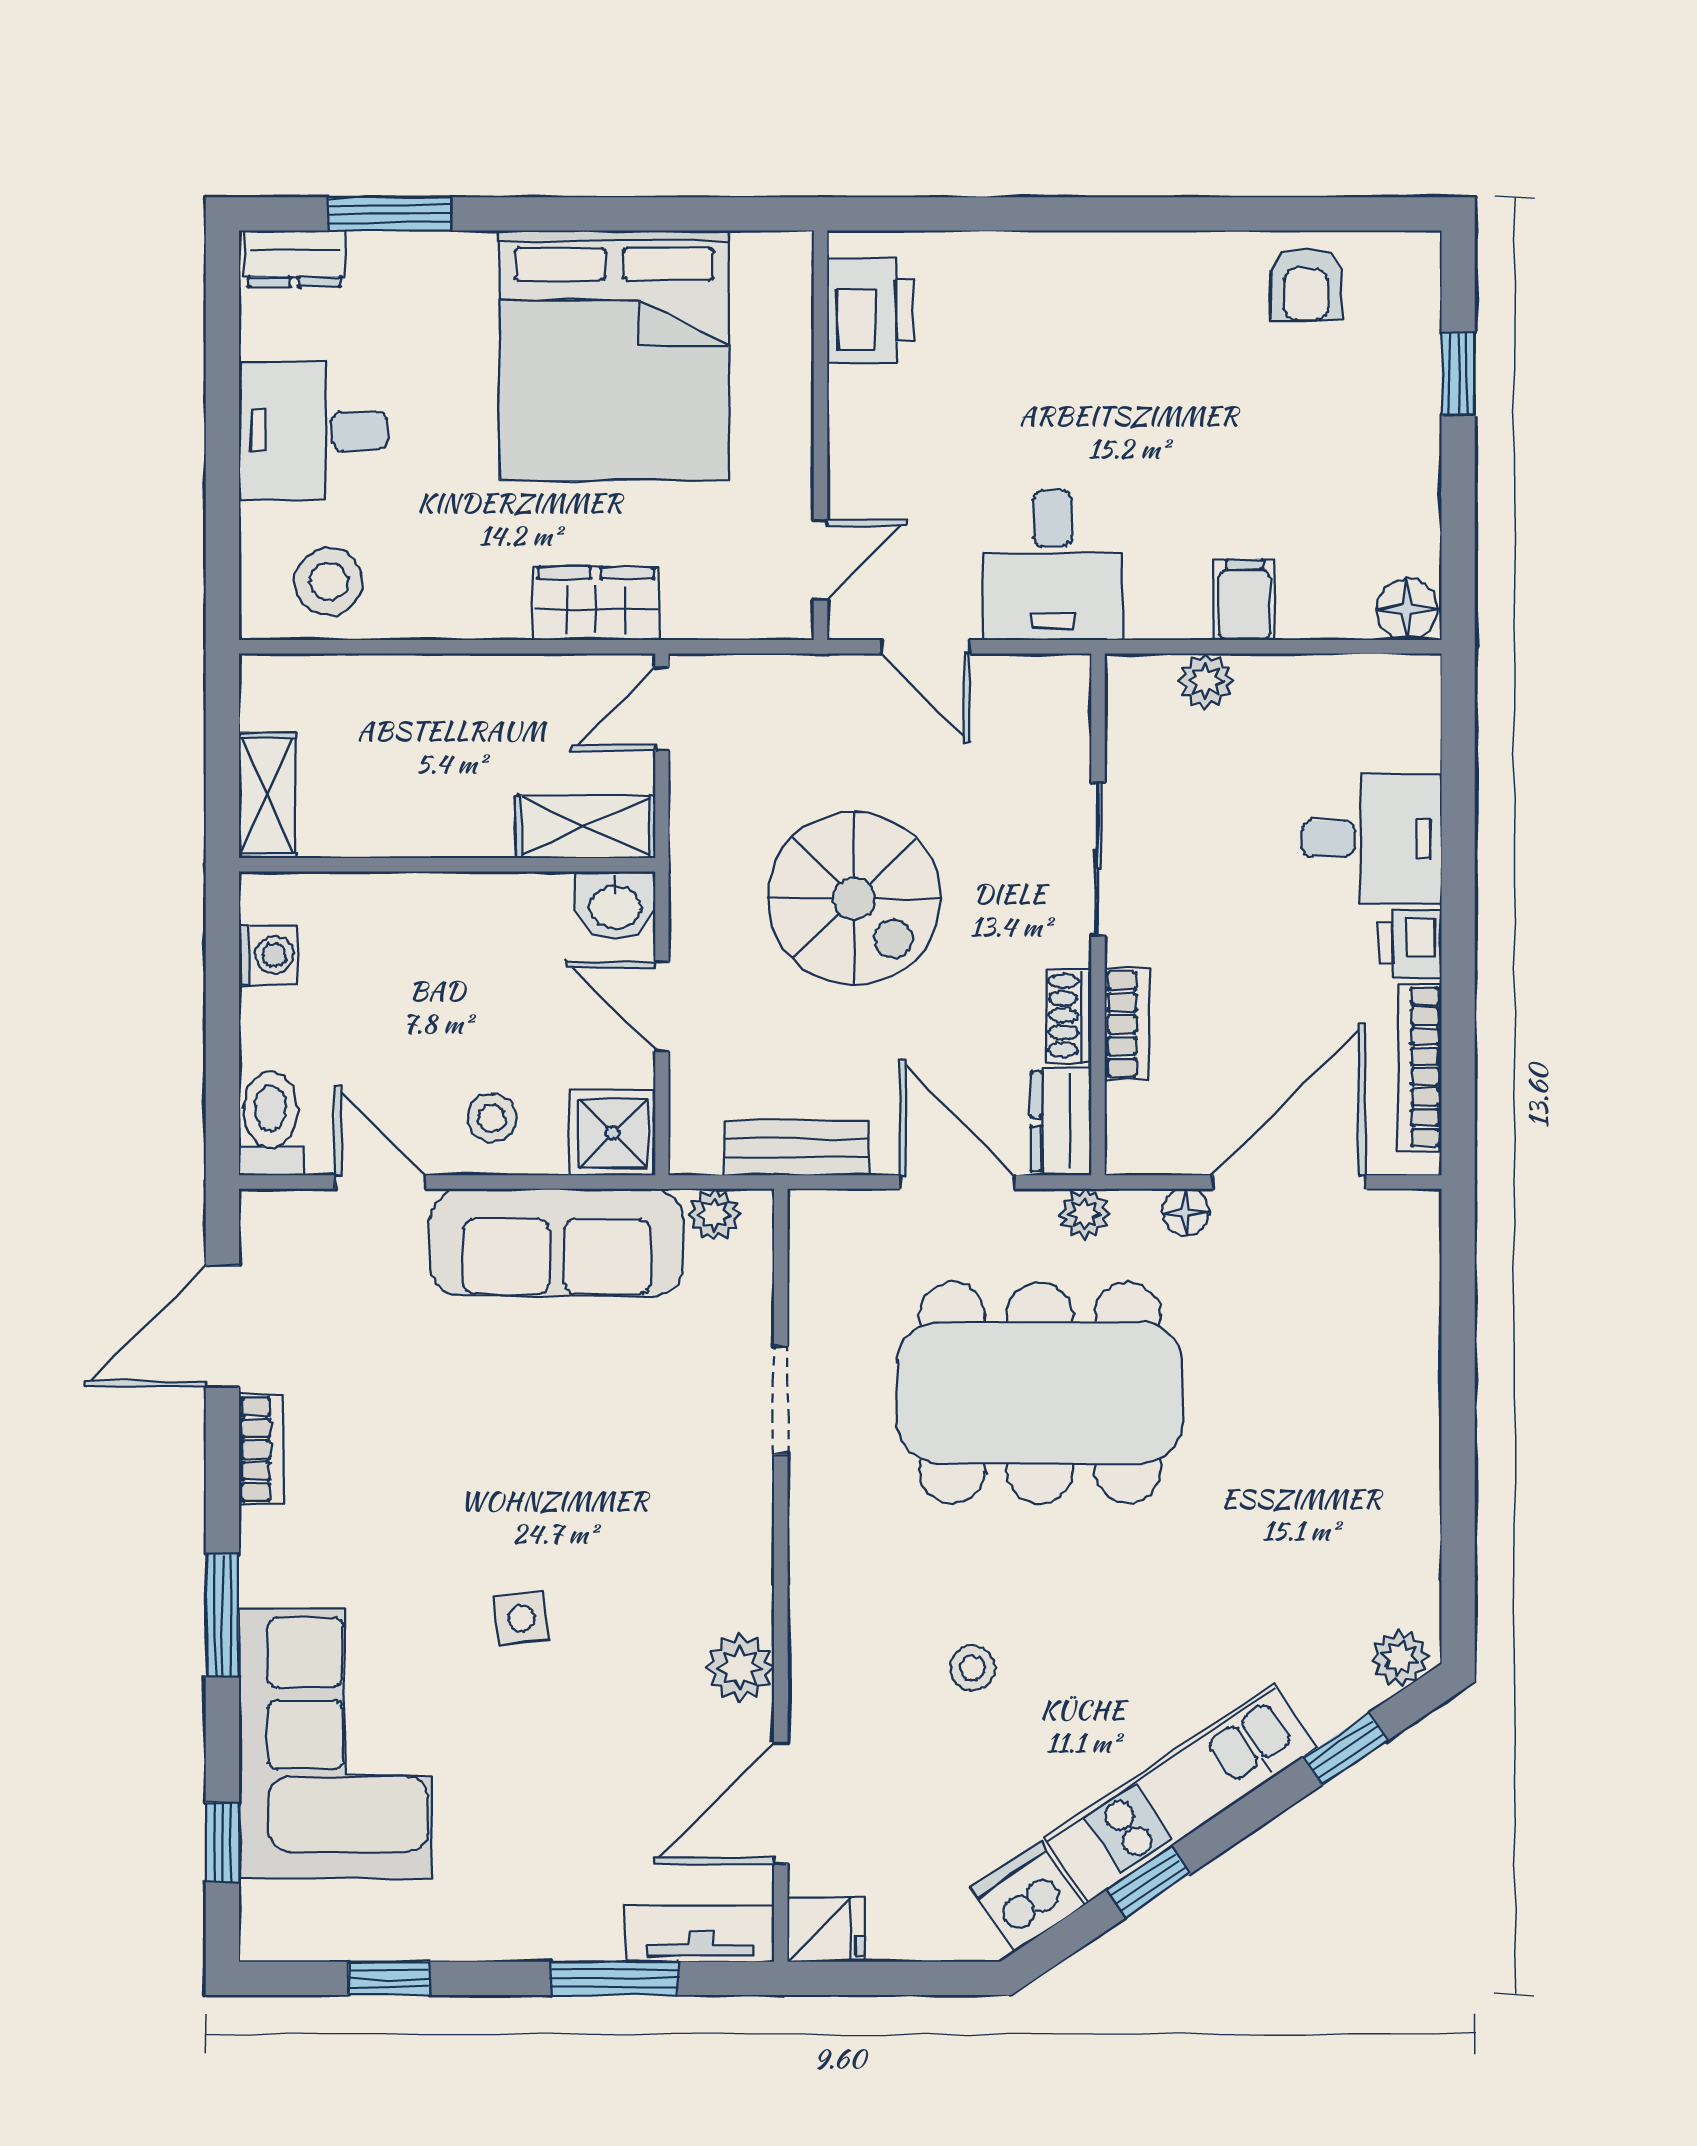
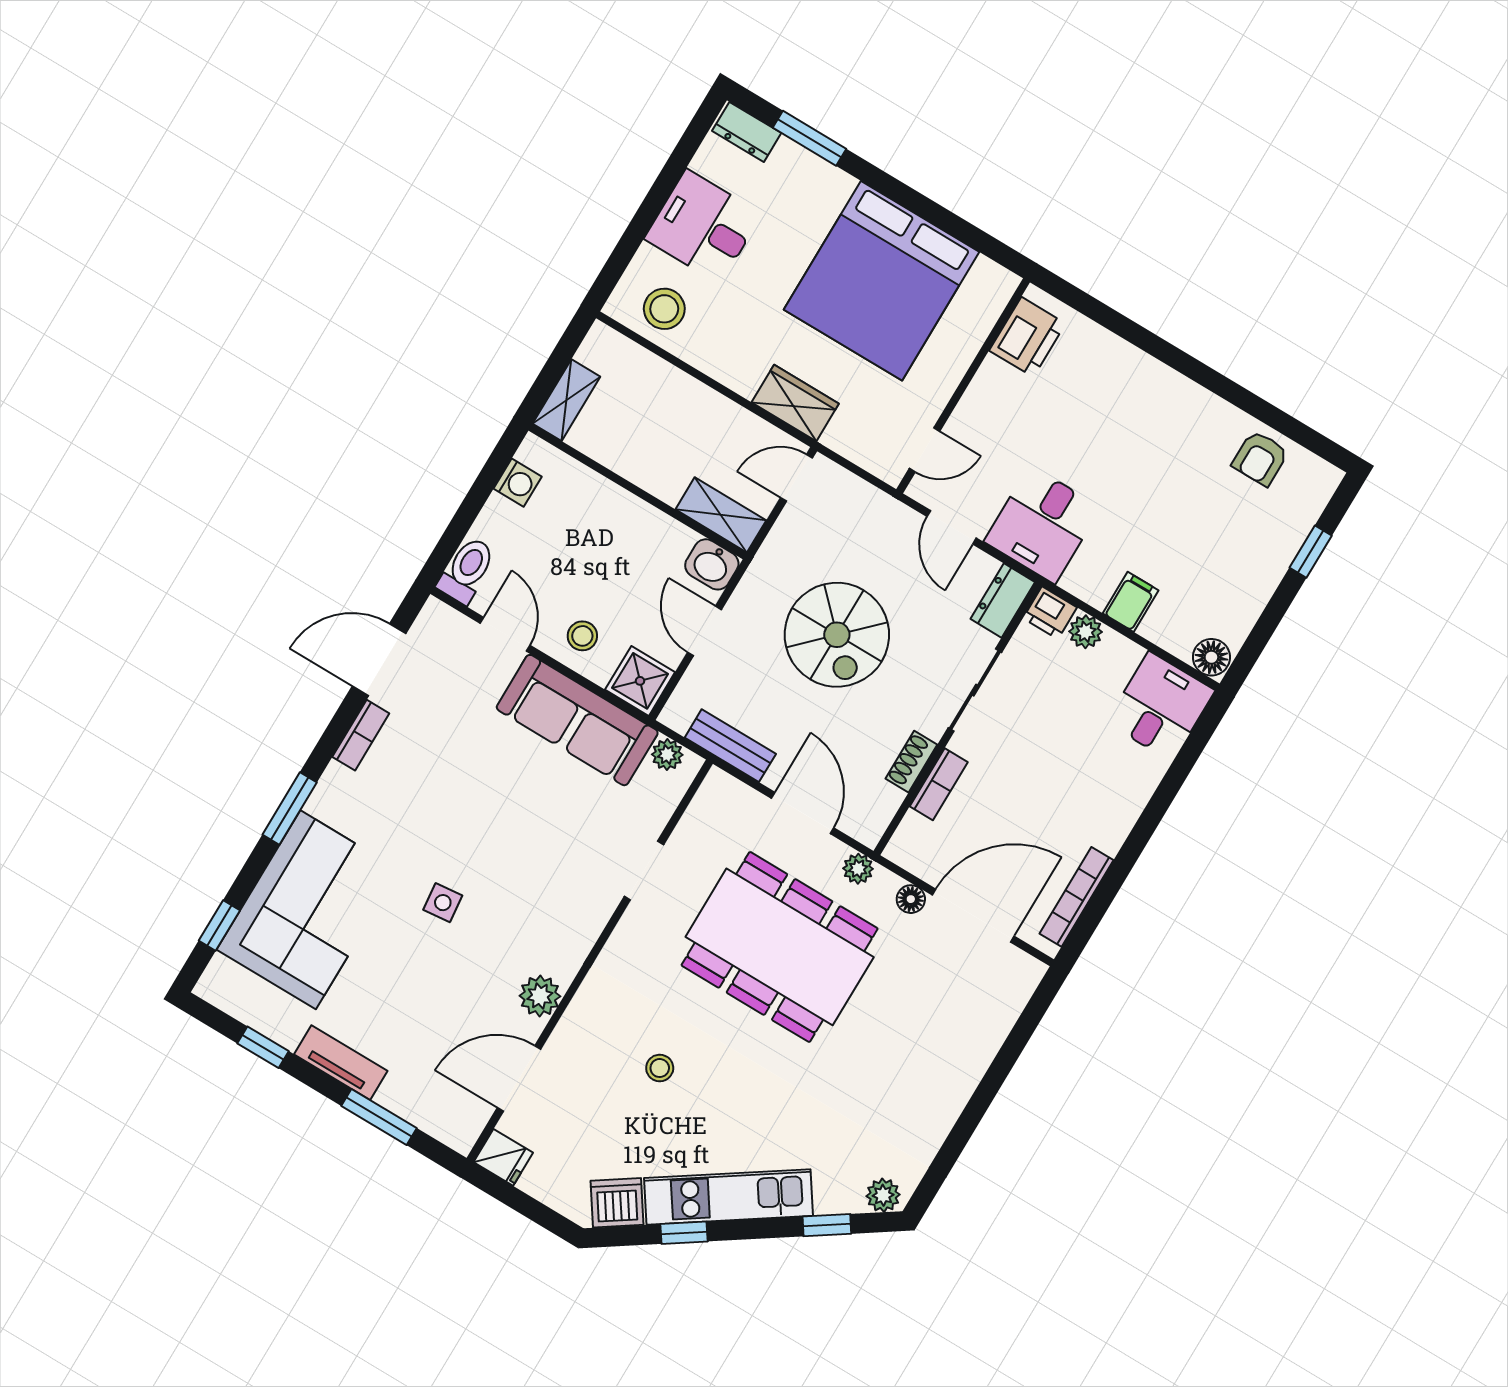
desk: (1372, 839) -> (1160, 706), moved, turned -90
printer: (1411, 943) -> (1050, 613), moved, turned -90
dresser: (1061, 1121) -> (1003, 601), moved
tv unit: (700, 1934) -> (341, 1063), moved

